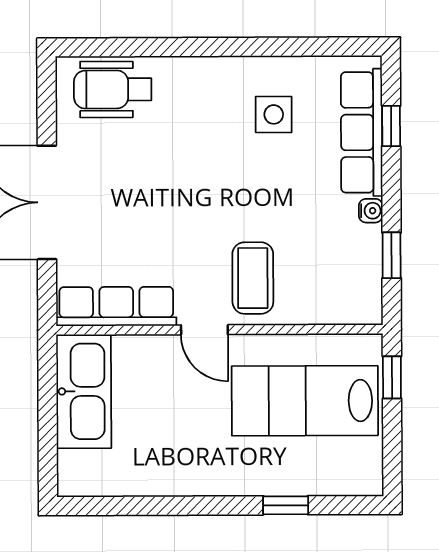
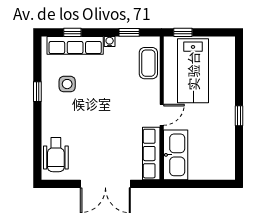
window: (256, 47) -> (37, 92), added
coffee table: (253, 278) -> (148, 63), moved, turned 90
kitchen sink: (84, 391) -> (176, 155), moved, turned 90
window: (286, 505) -> (239, 116), moved

